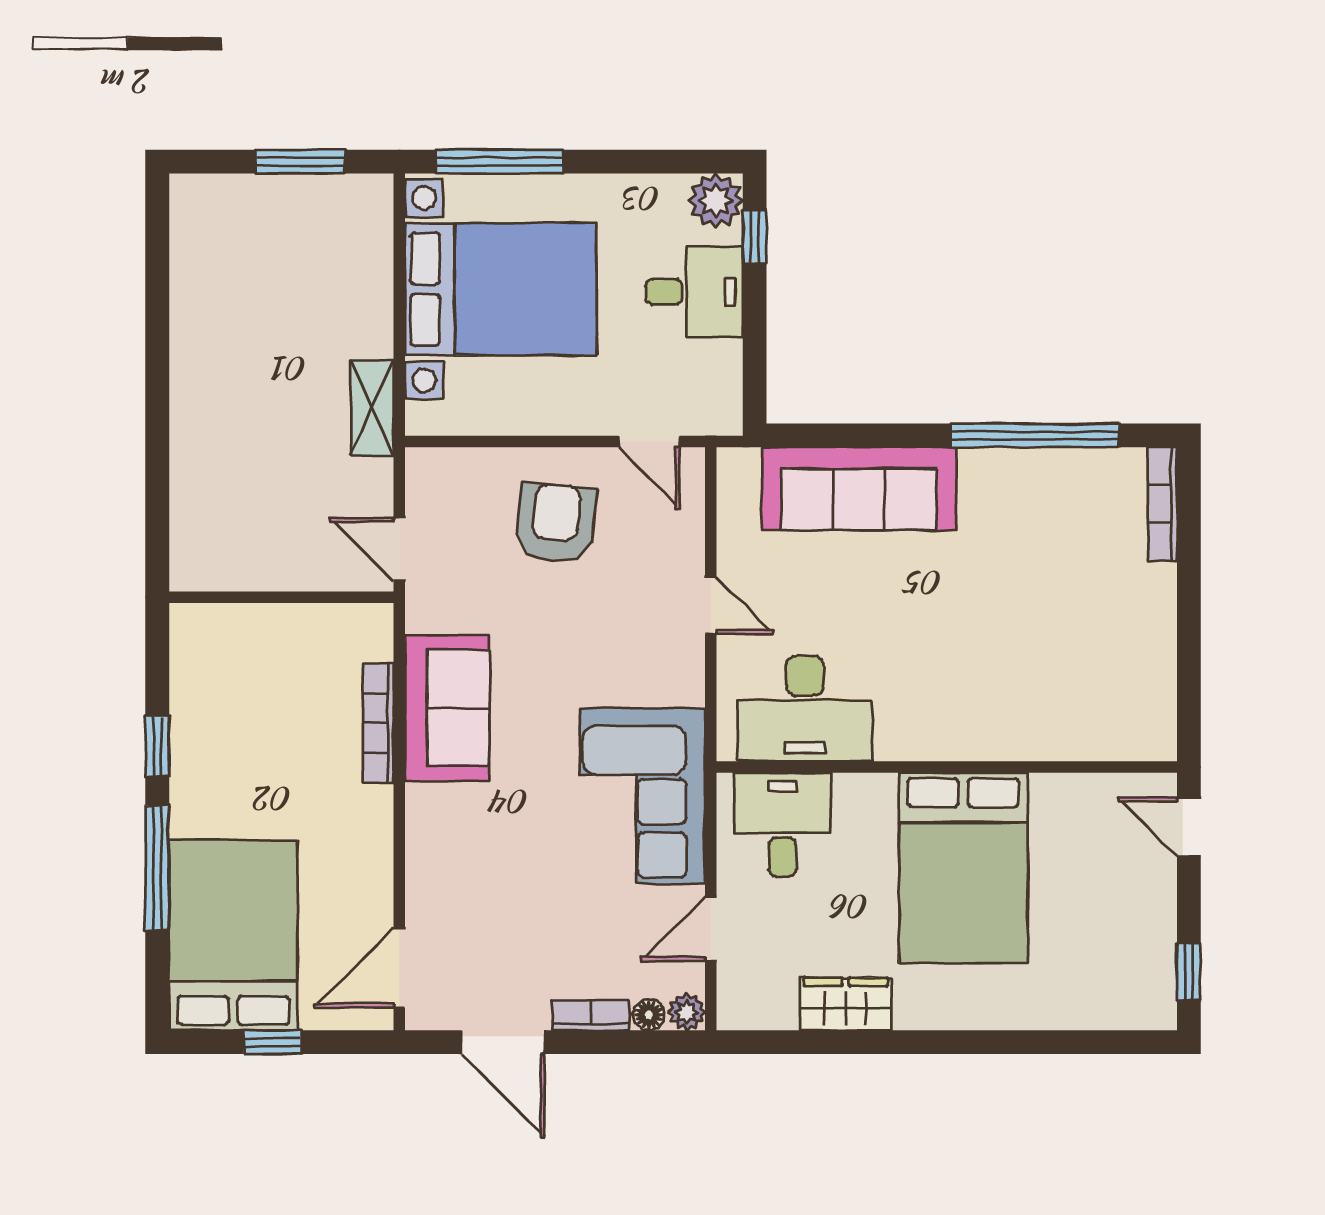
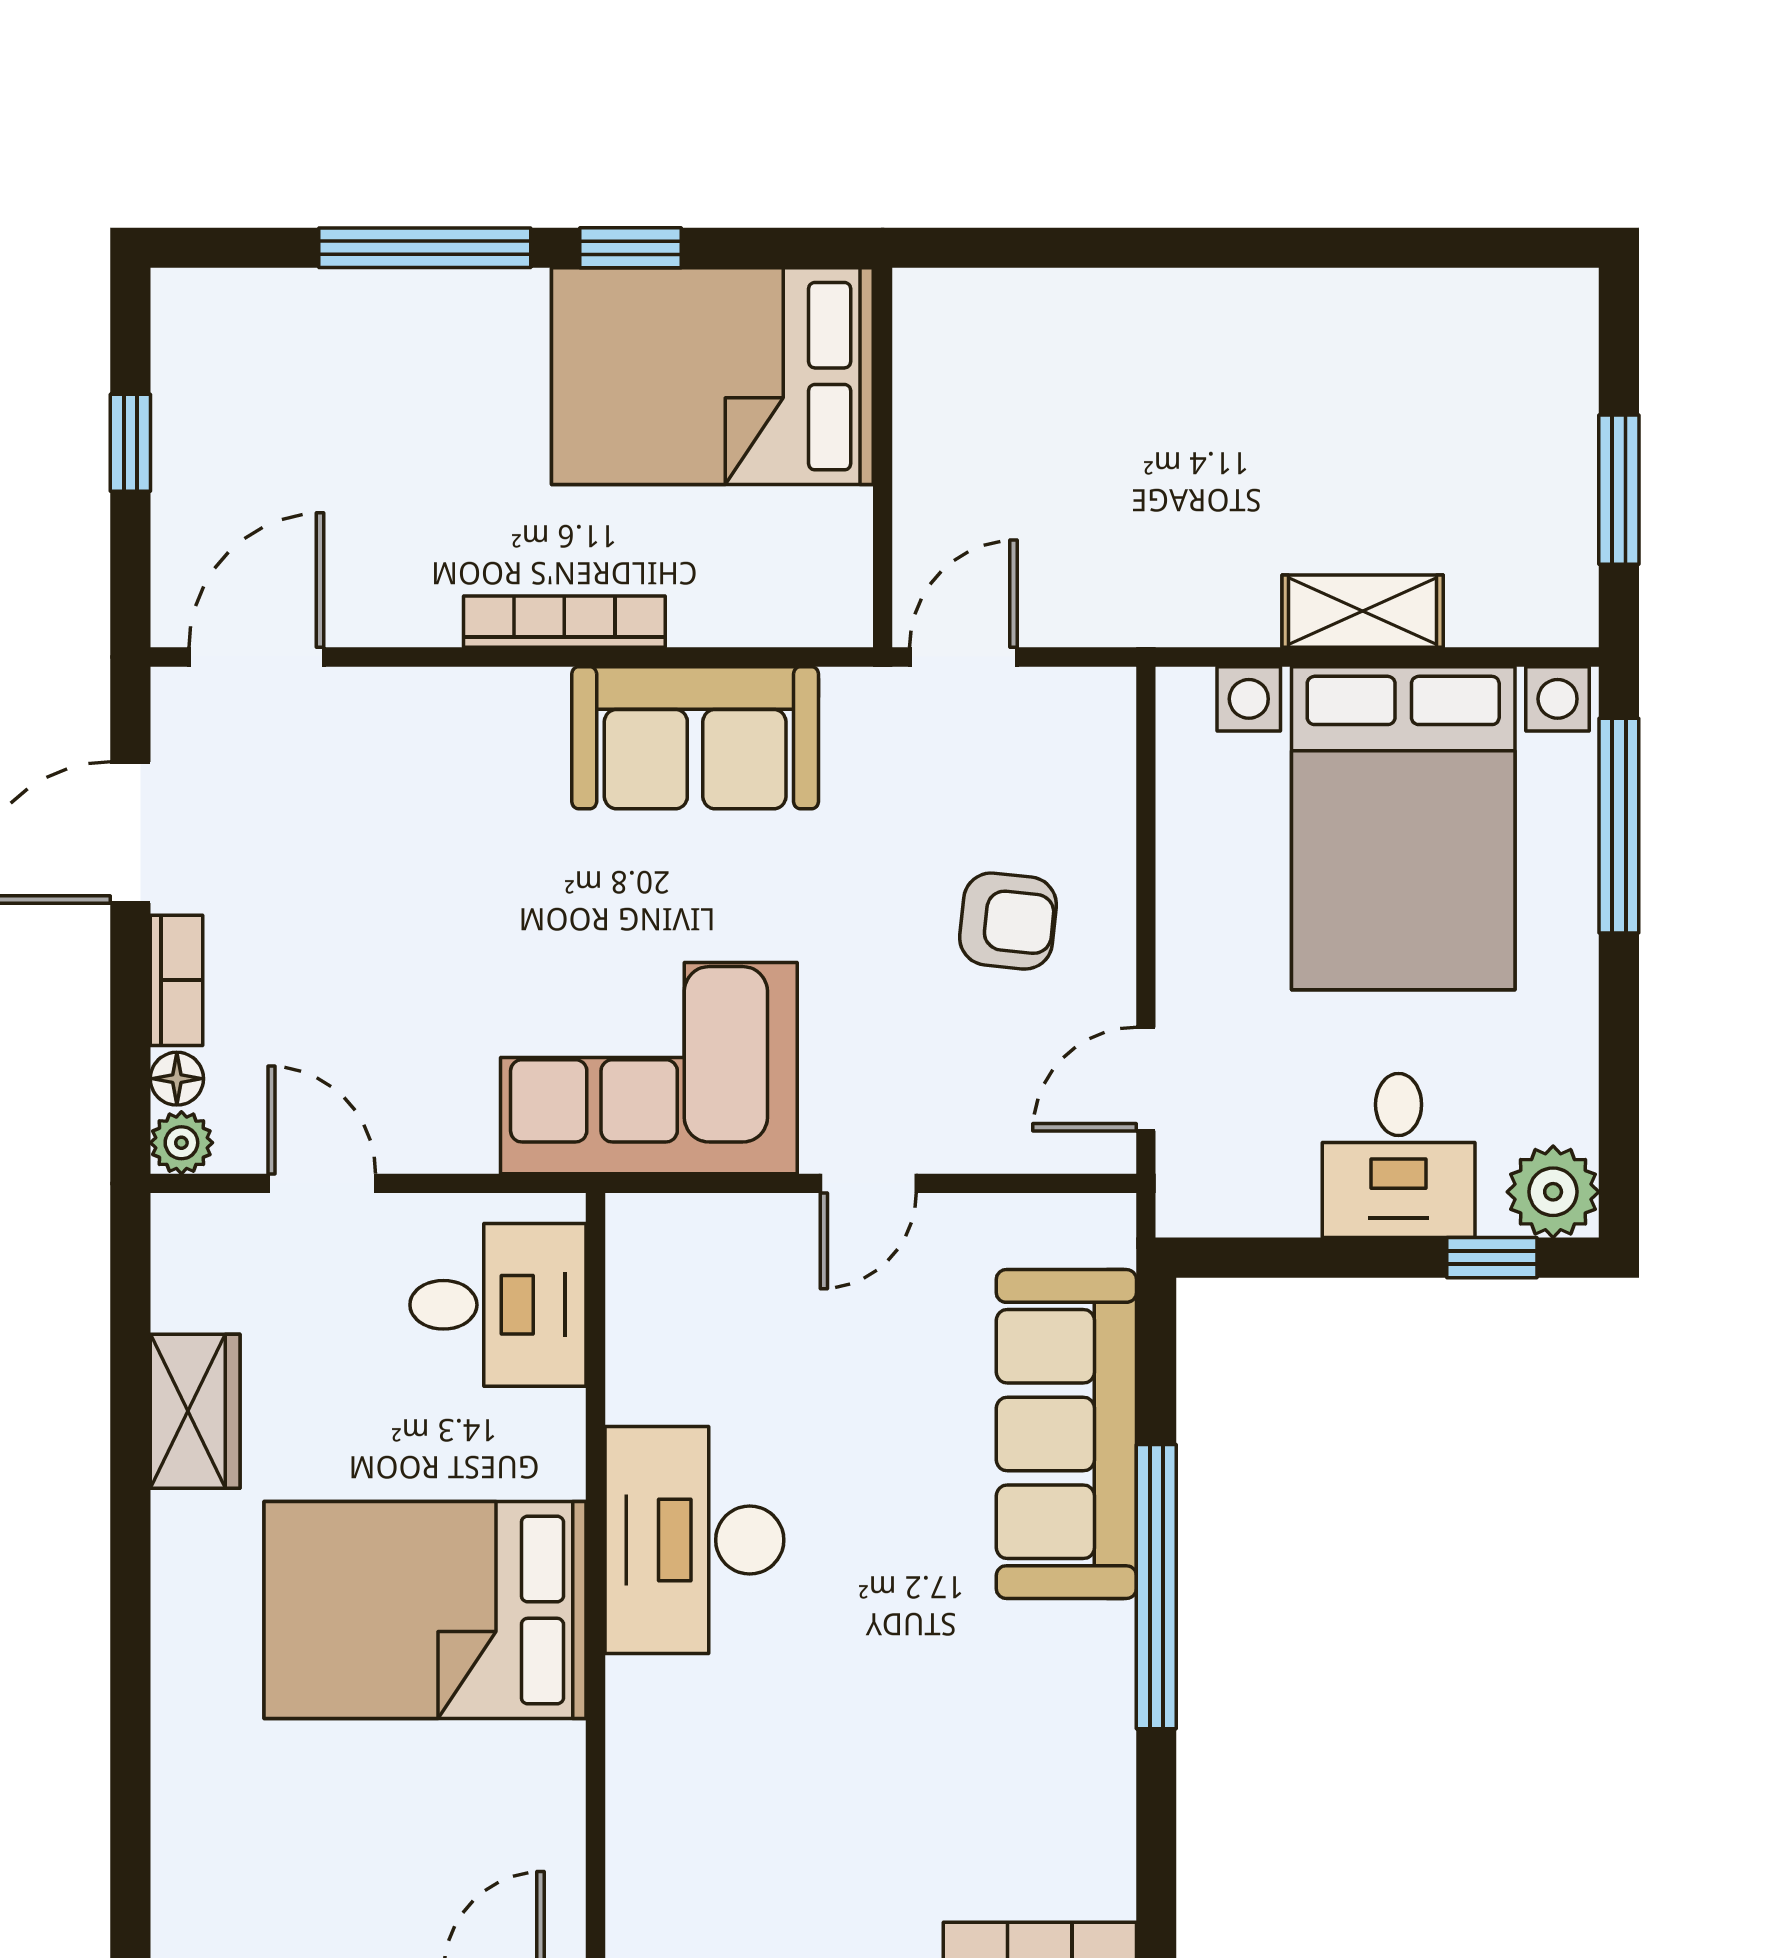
shelving: (372, 408) -> (1363, 611), moved
window: (1035, 435) -> (1156, 1587), moved
armchair: (556, 523) -> (1008, 921), width x0.72, depth x0.72
desk: (805, 709) -> (694, 1540), moved
bookcase: (378, 723) -> (564, 622), moved
corner sofa: (643, 796) -> (649, 1068), moved
bed: (233, 935) -> (712, 376), moved, turned 180
door: (399, 968) -> (256, 657), hinge flipped

